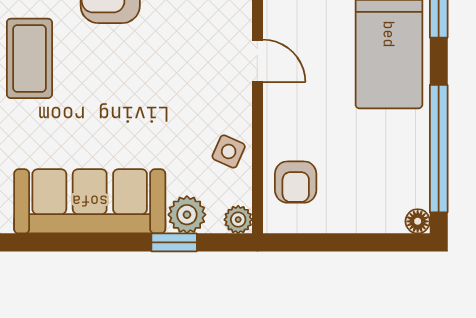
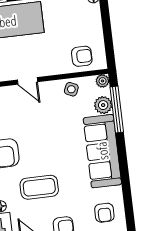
door: (257, 61) -> (28, 81), swing flipped
window: (174, 242) -> (117, 110), width x2.17

